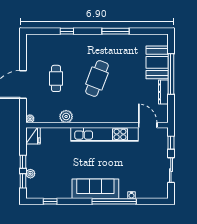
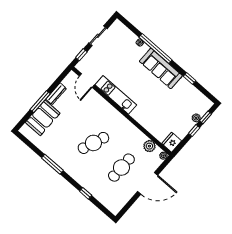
window: (171, 74) -> (40, 102), width x0.68
cafe table: (56, 78) -> (121, 168), width x1.37, depth x1.35
plant: (66, 117) -> (149, 146), moved
kitchen unit: (104, 134) -> (116, 95), width x0.73
window: (50, 201) -> (190, 78), moved

